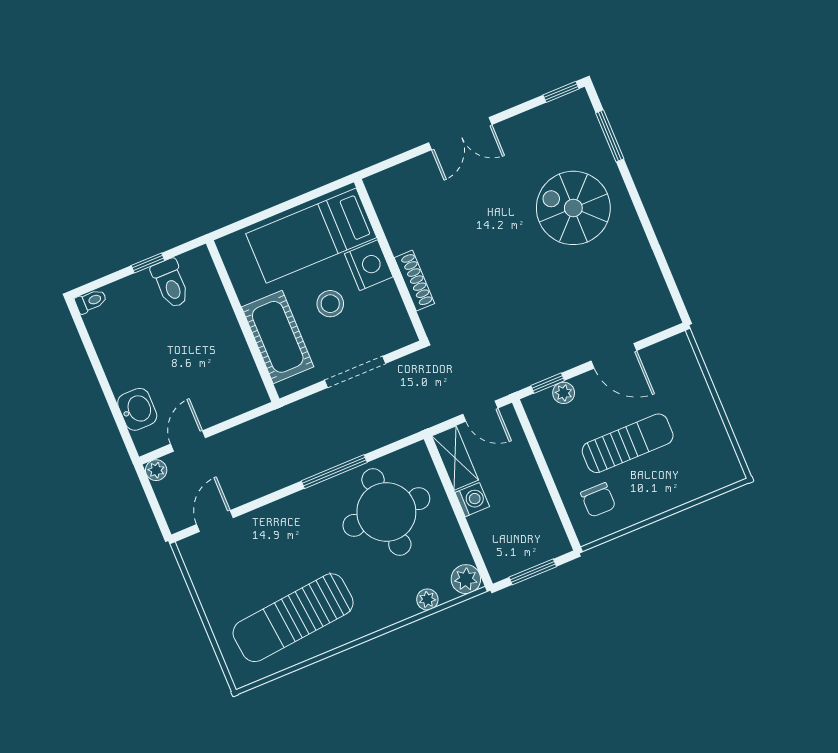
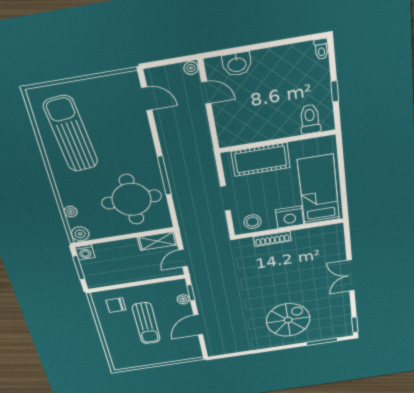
toilet: (171, 283) -> (310, 119), moved, turned 90
stool: (330, 304) -> (252, 222), moved
doorway: (355, 372) -> (225, 198), width x0.73
washing machine: (472, 500) -> (85, 252), moved

